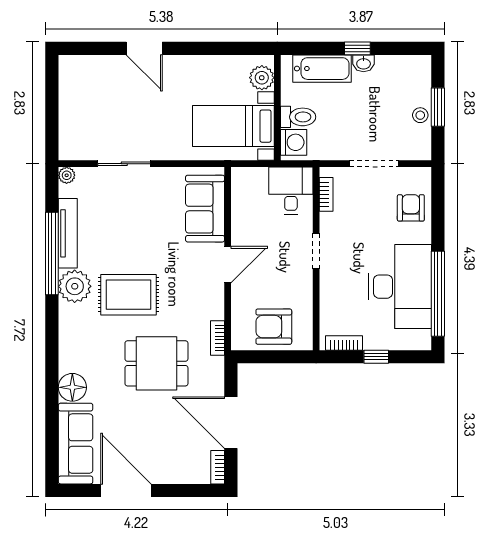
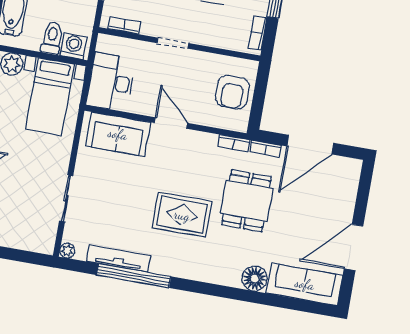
desk: (291, 191) -> (111, 82), moved, width x1.37
plant: (75, 286) -> (166, 261), removed
rug: (128, 295) -> (182, 215), turned 90
bookcase: (218, 467) -> (265, 149), moved

